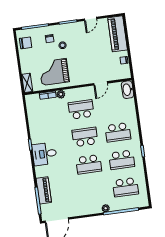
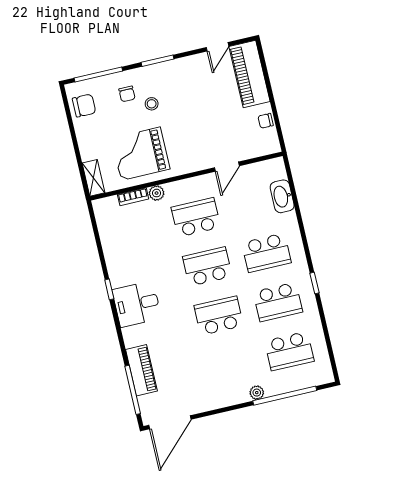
door: (90, 19) -> (218, 47), moved
washbasin: (128, 90) -> (282, 196), moved
school desk: (89, 164) -> (219, 316), turned 180

